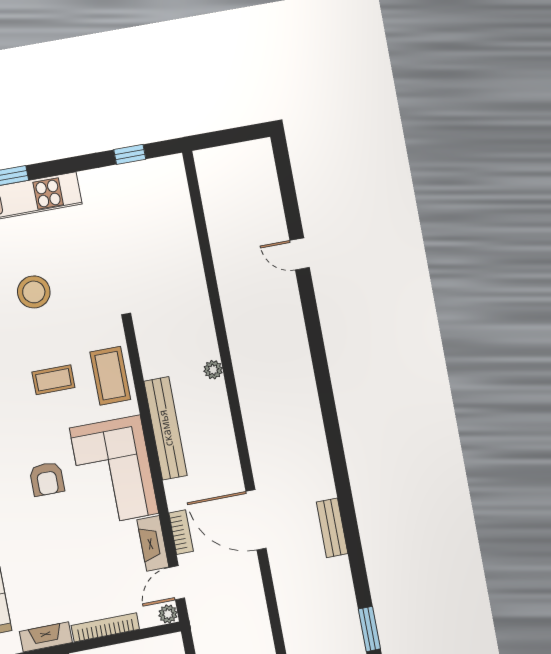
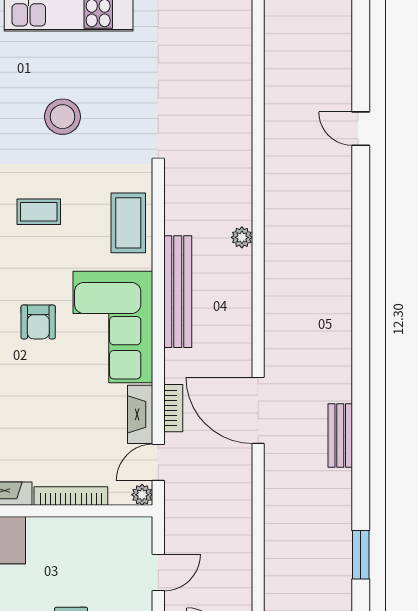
coffee table: (53, 380) -> (39, 212), moved

